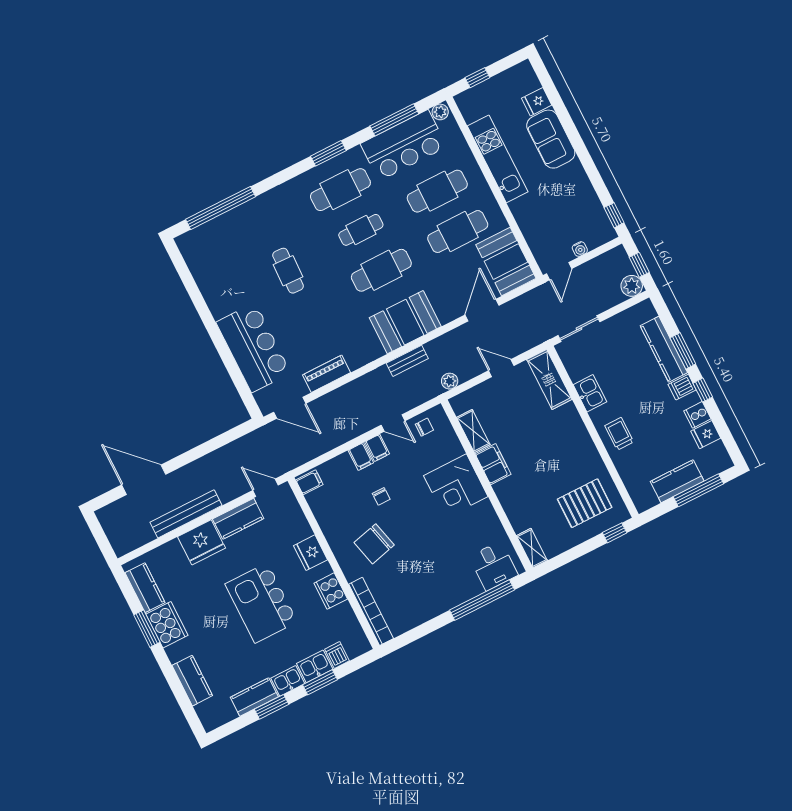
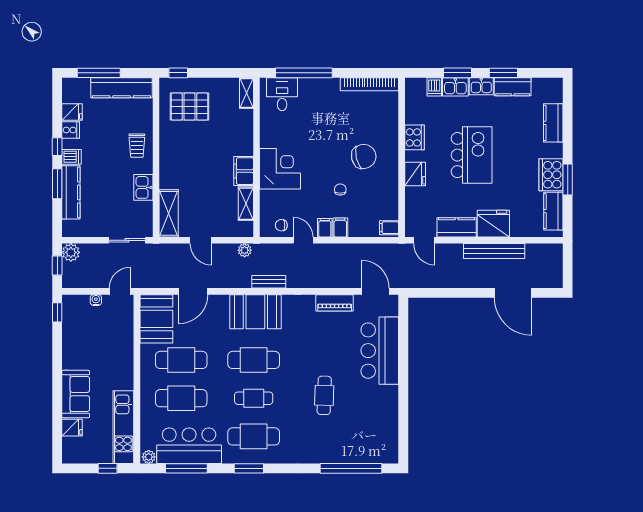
kitchen unit: (498, 159) -> (123, 427), moved
kitchen counter: (677, 481) -> (122, 88), width x1.50
bookcase: (371, 611) -> (369, 84), moved, turned -90

